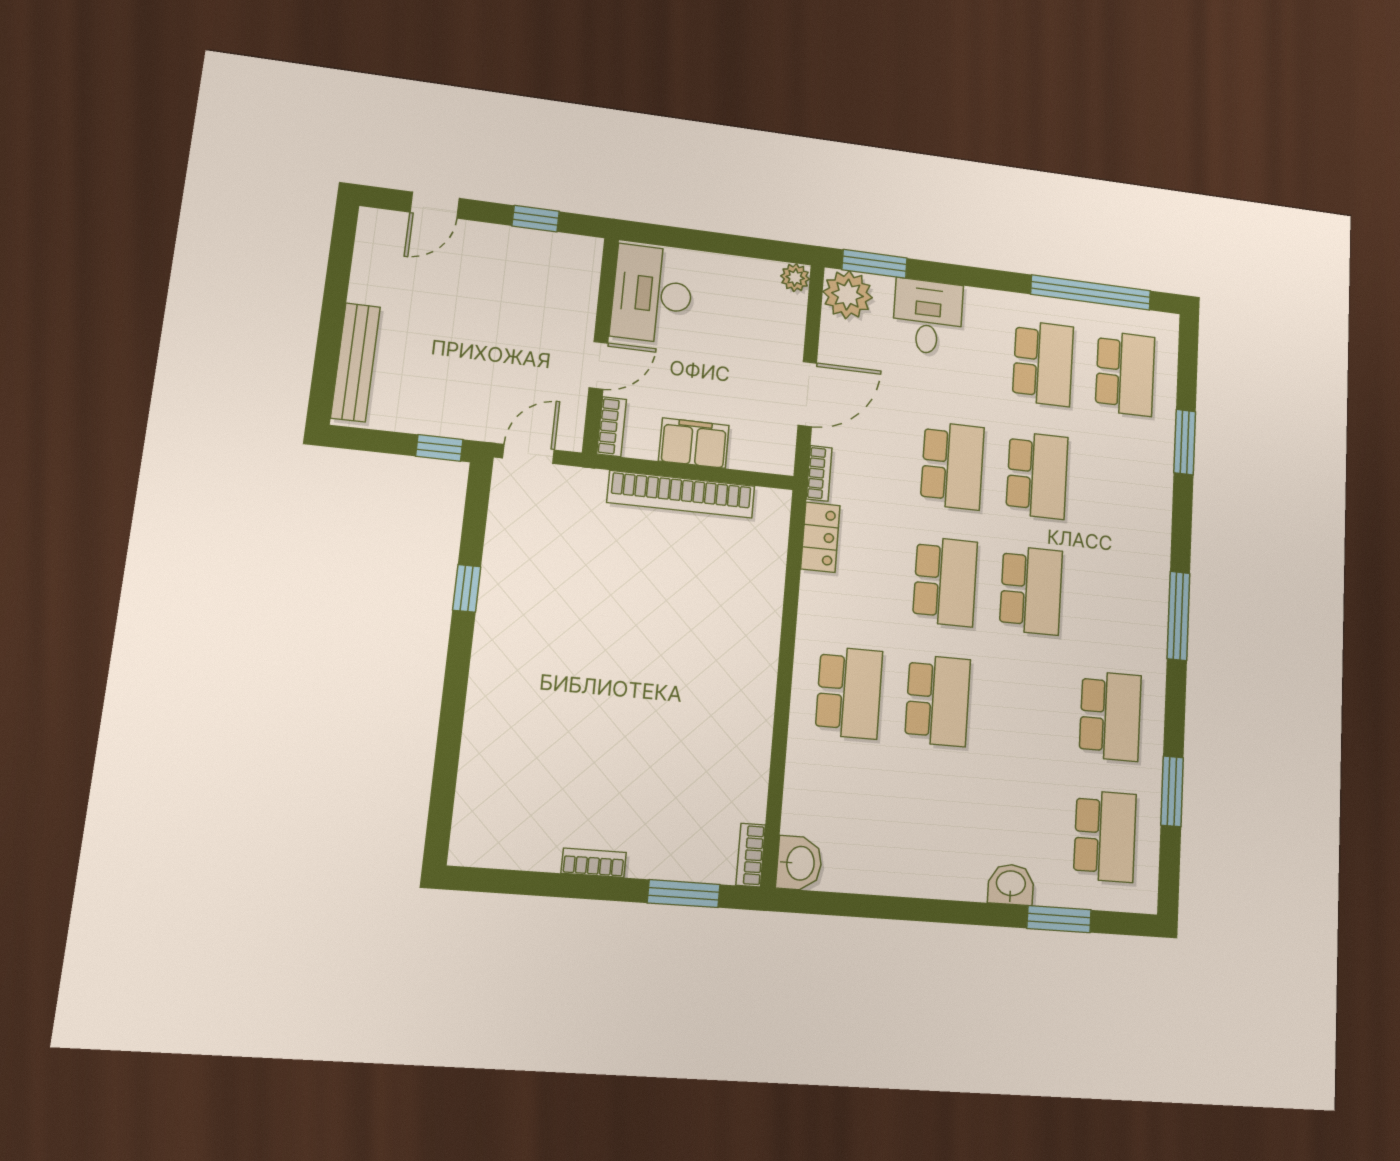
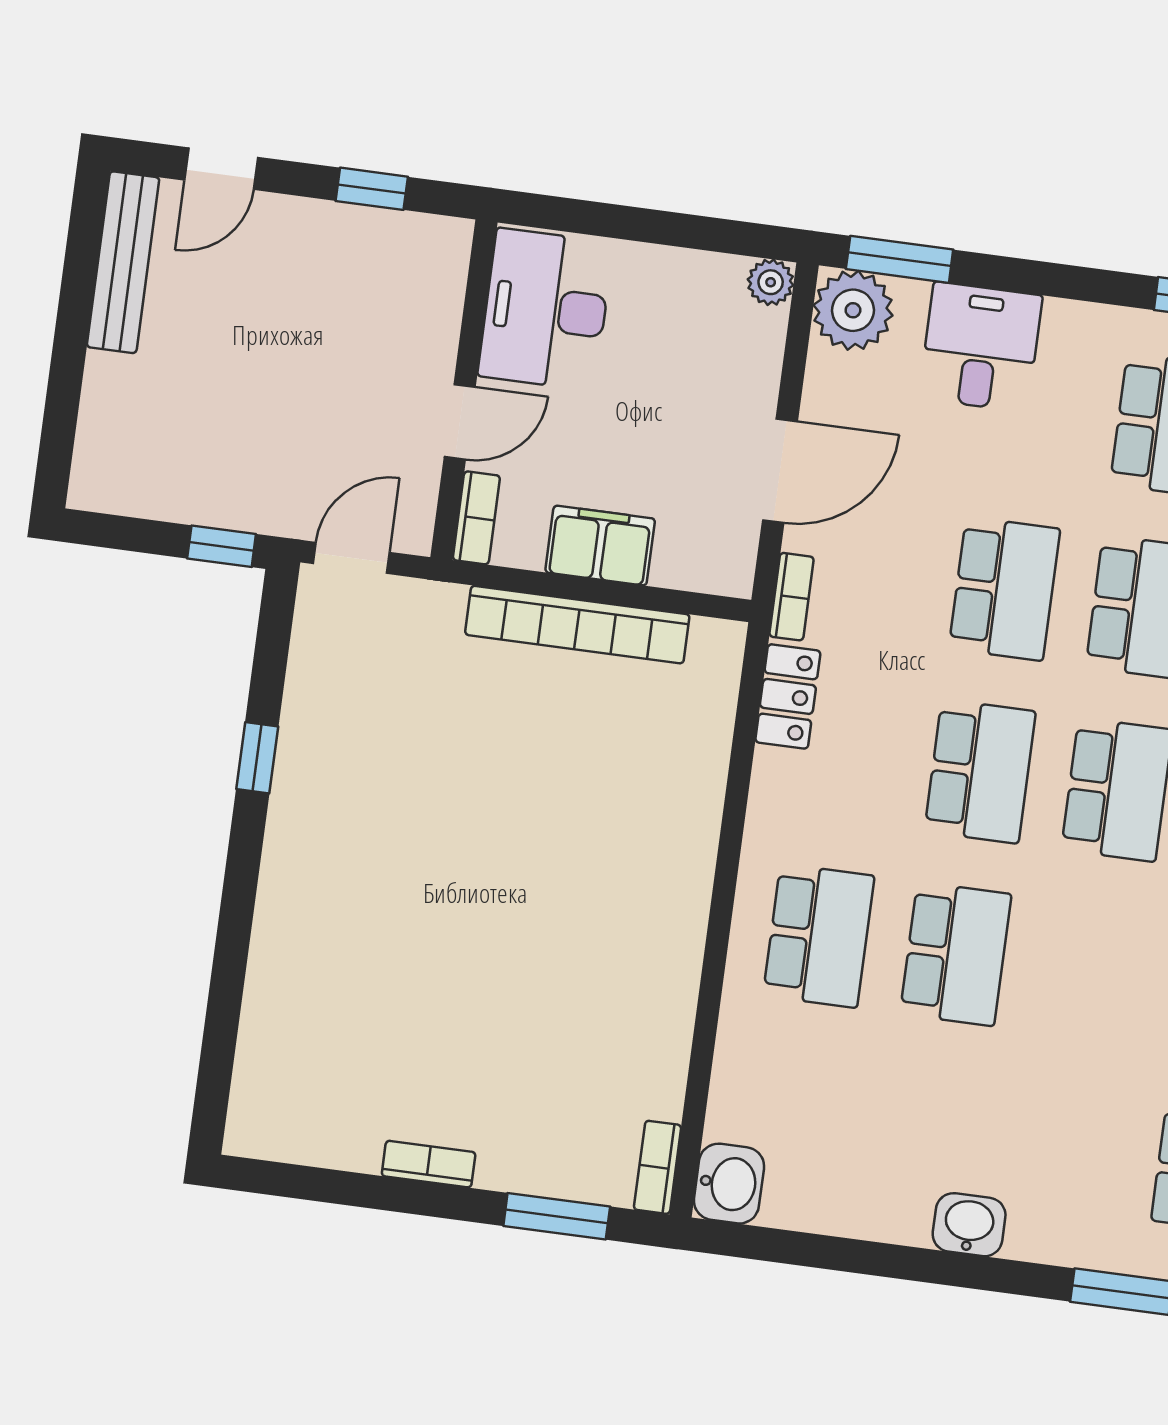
bench: (356, 362) -> (123, 262), moved
washbasin: (1011, 884) -> (969, 1225), moved

